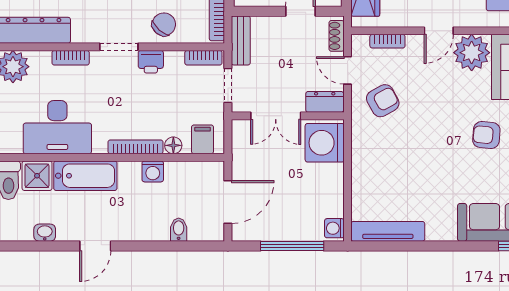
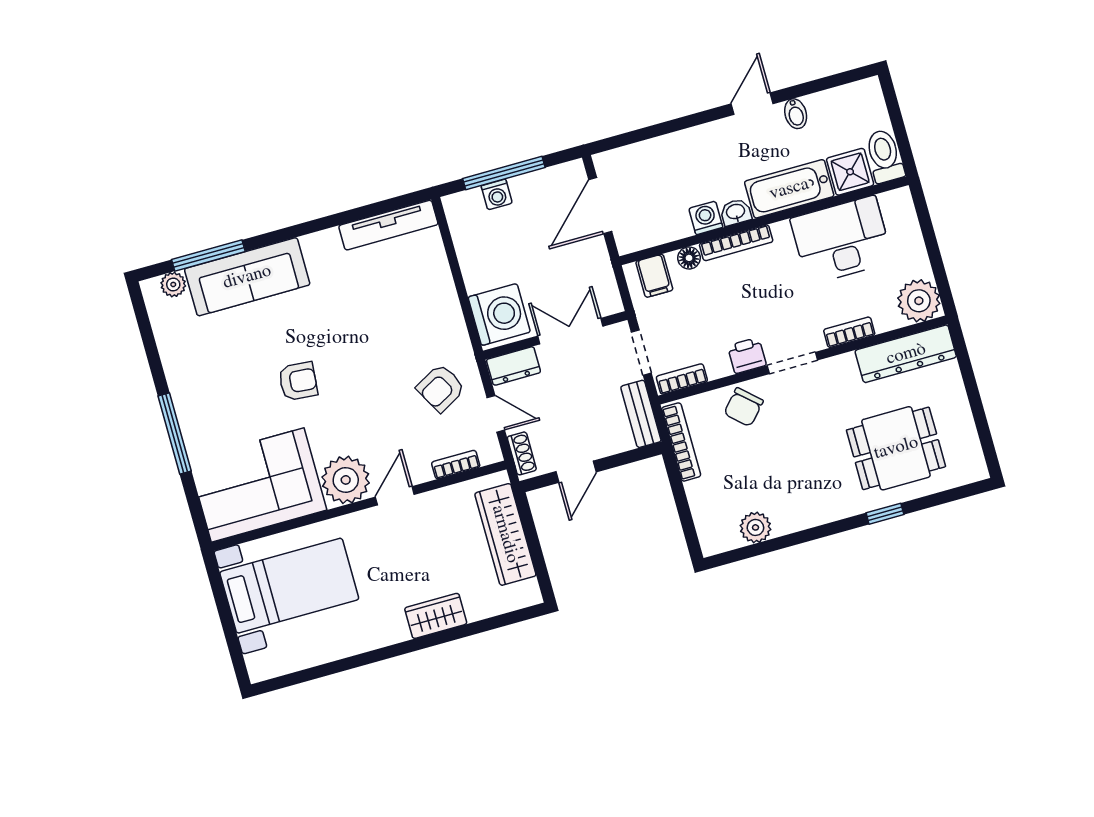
washing machine: (334, 228) -> (497, 194), moved, turned 90
bidet: (179, 230) -> (796, 114), moved
washbasin: (45, 233) -> (736, 212), moved, turned 180

